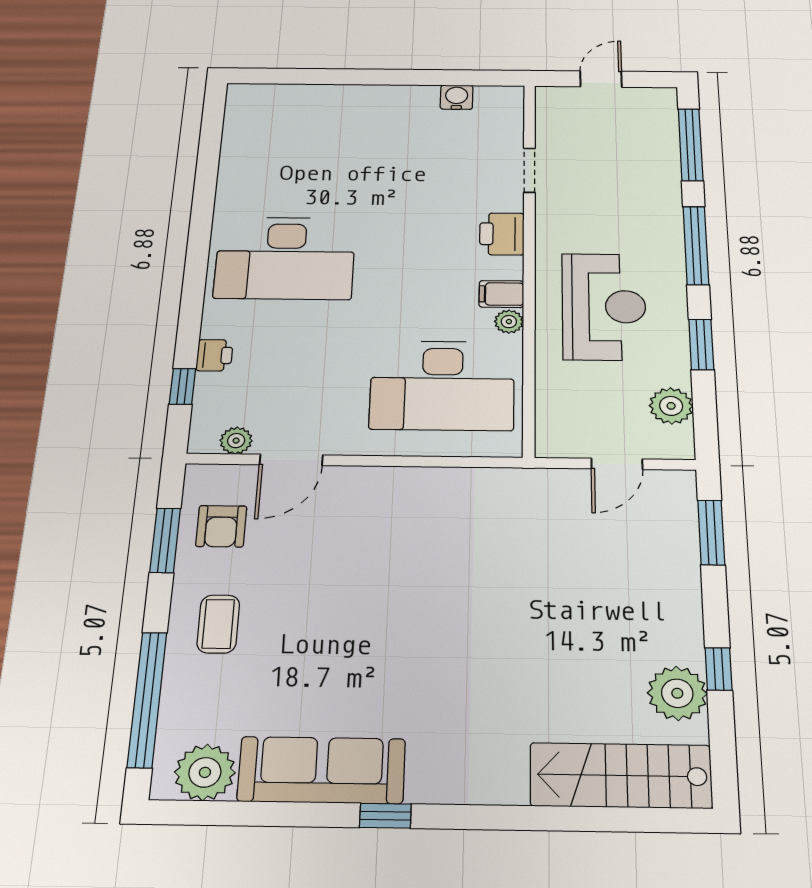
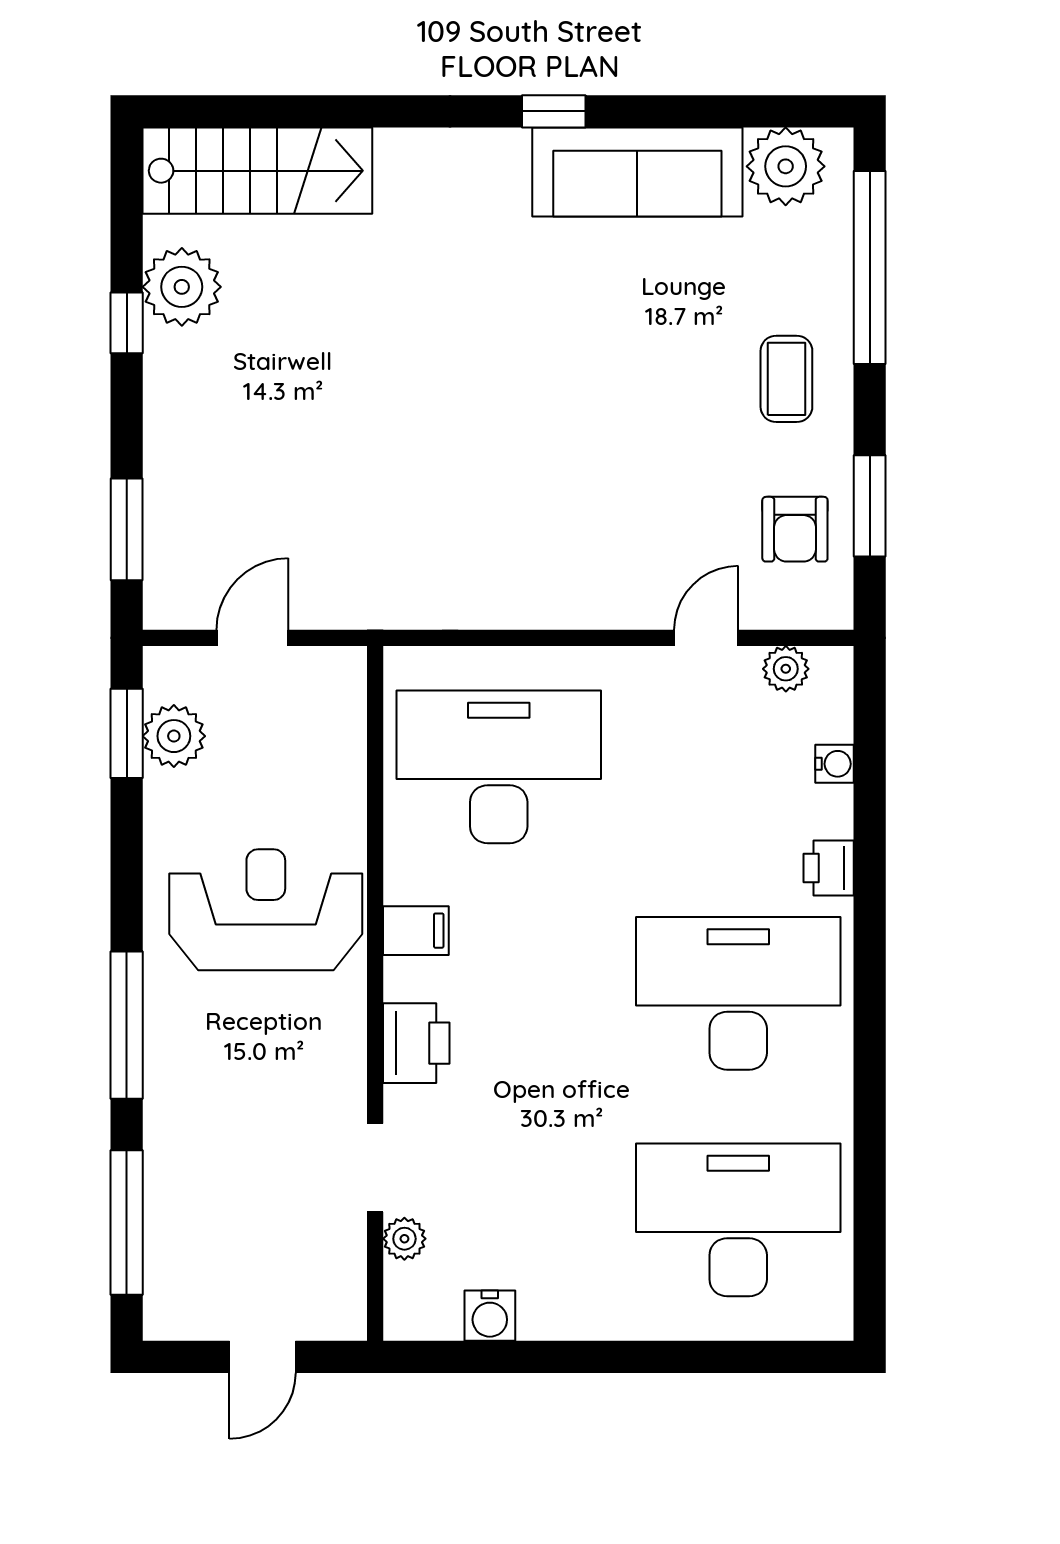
desk: (295, 142) -> (738, 1220), added
reception desk: (604, 306) -> (266, 910), turned 90
plant: (509, 322) -> (404, 1239), moved
window: (701, 344) -> (127, 733), moved
printer: (214, 355) -> (829, 868), moved
water cooler: (207, 384) -> (835, 764), added
window: (182, 387) -> (870, 760), removed
door: (291, 460) -> (706, 638), width x0.73
armchair: (221, 526) -> (795, 529), turned 180

